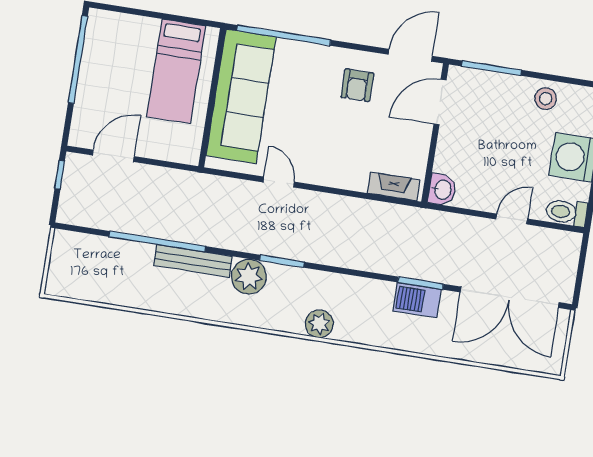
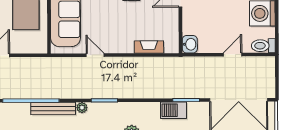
fireplace: (394, 186) -> (149, 47), moved
plant: (249, 277) -> (82, 108), width x0.53, depth x0.53
barbecue: (417, 300) -> (174, 110), moved

